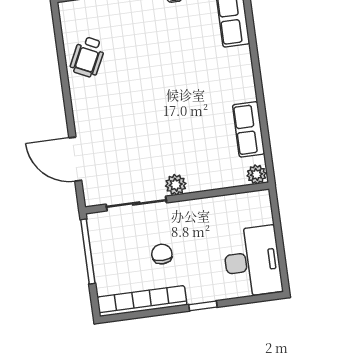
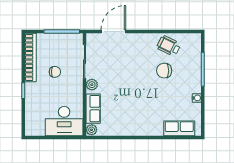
chair: (133, 59) -> (164, 71), added
row of seats: (249, 129) -> (93, 109), moved, turned 90
desk: (252, 261) -> (64, 121), moved

